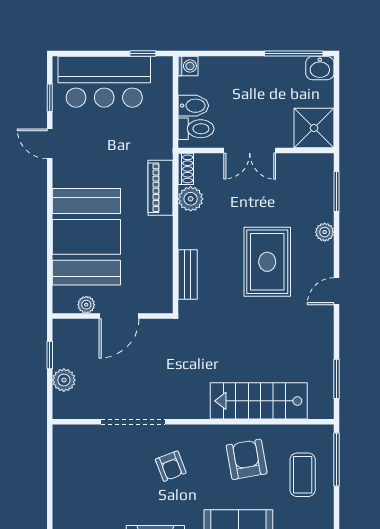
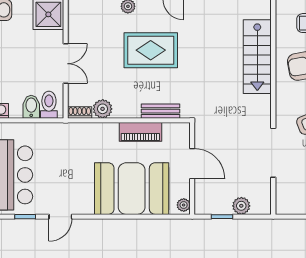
piano: (161, 188) -> (140, 132), moved
plant: (86, 305) -> (184, 205), moved

